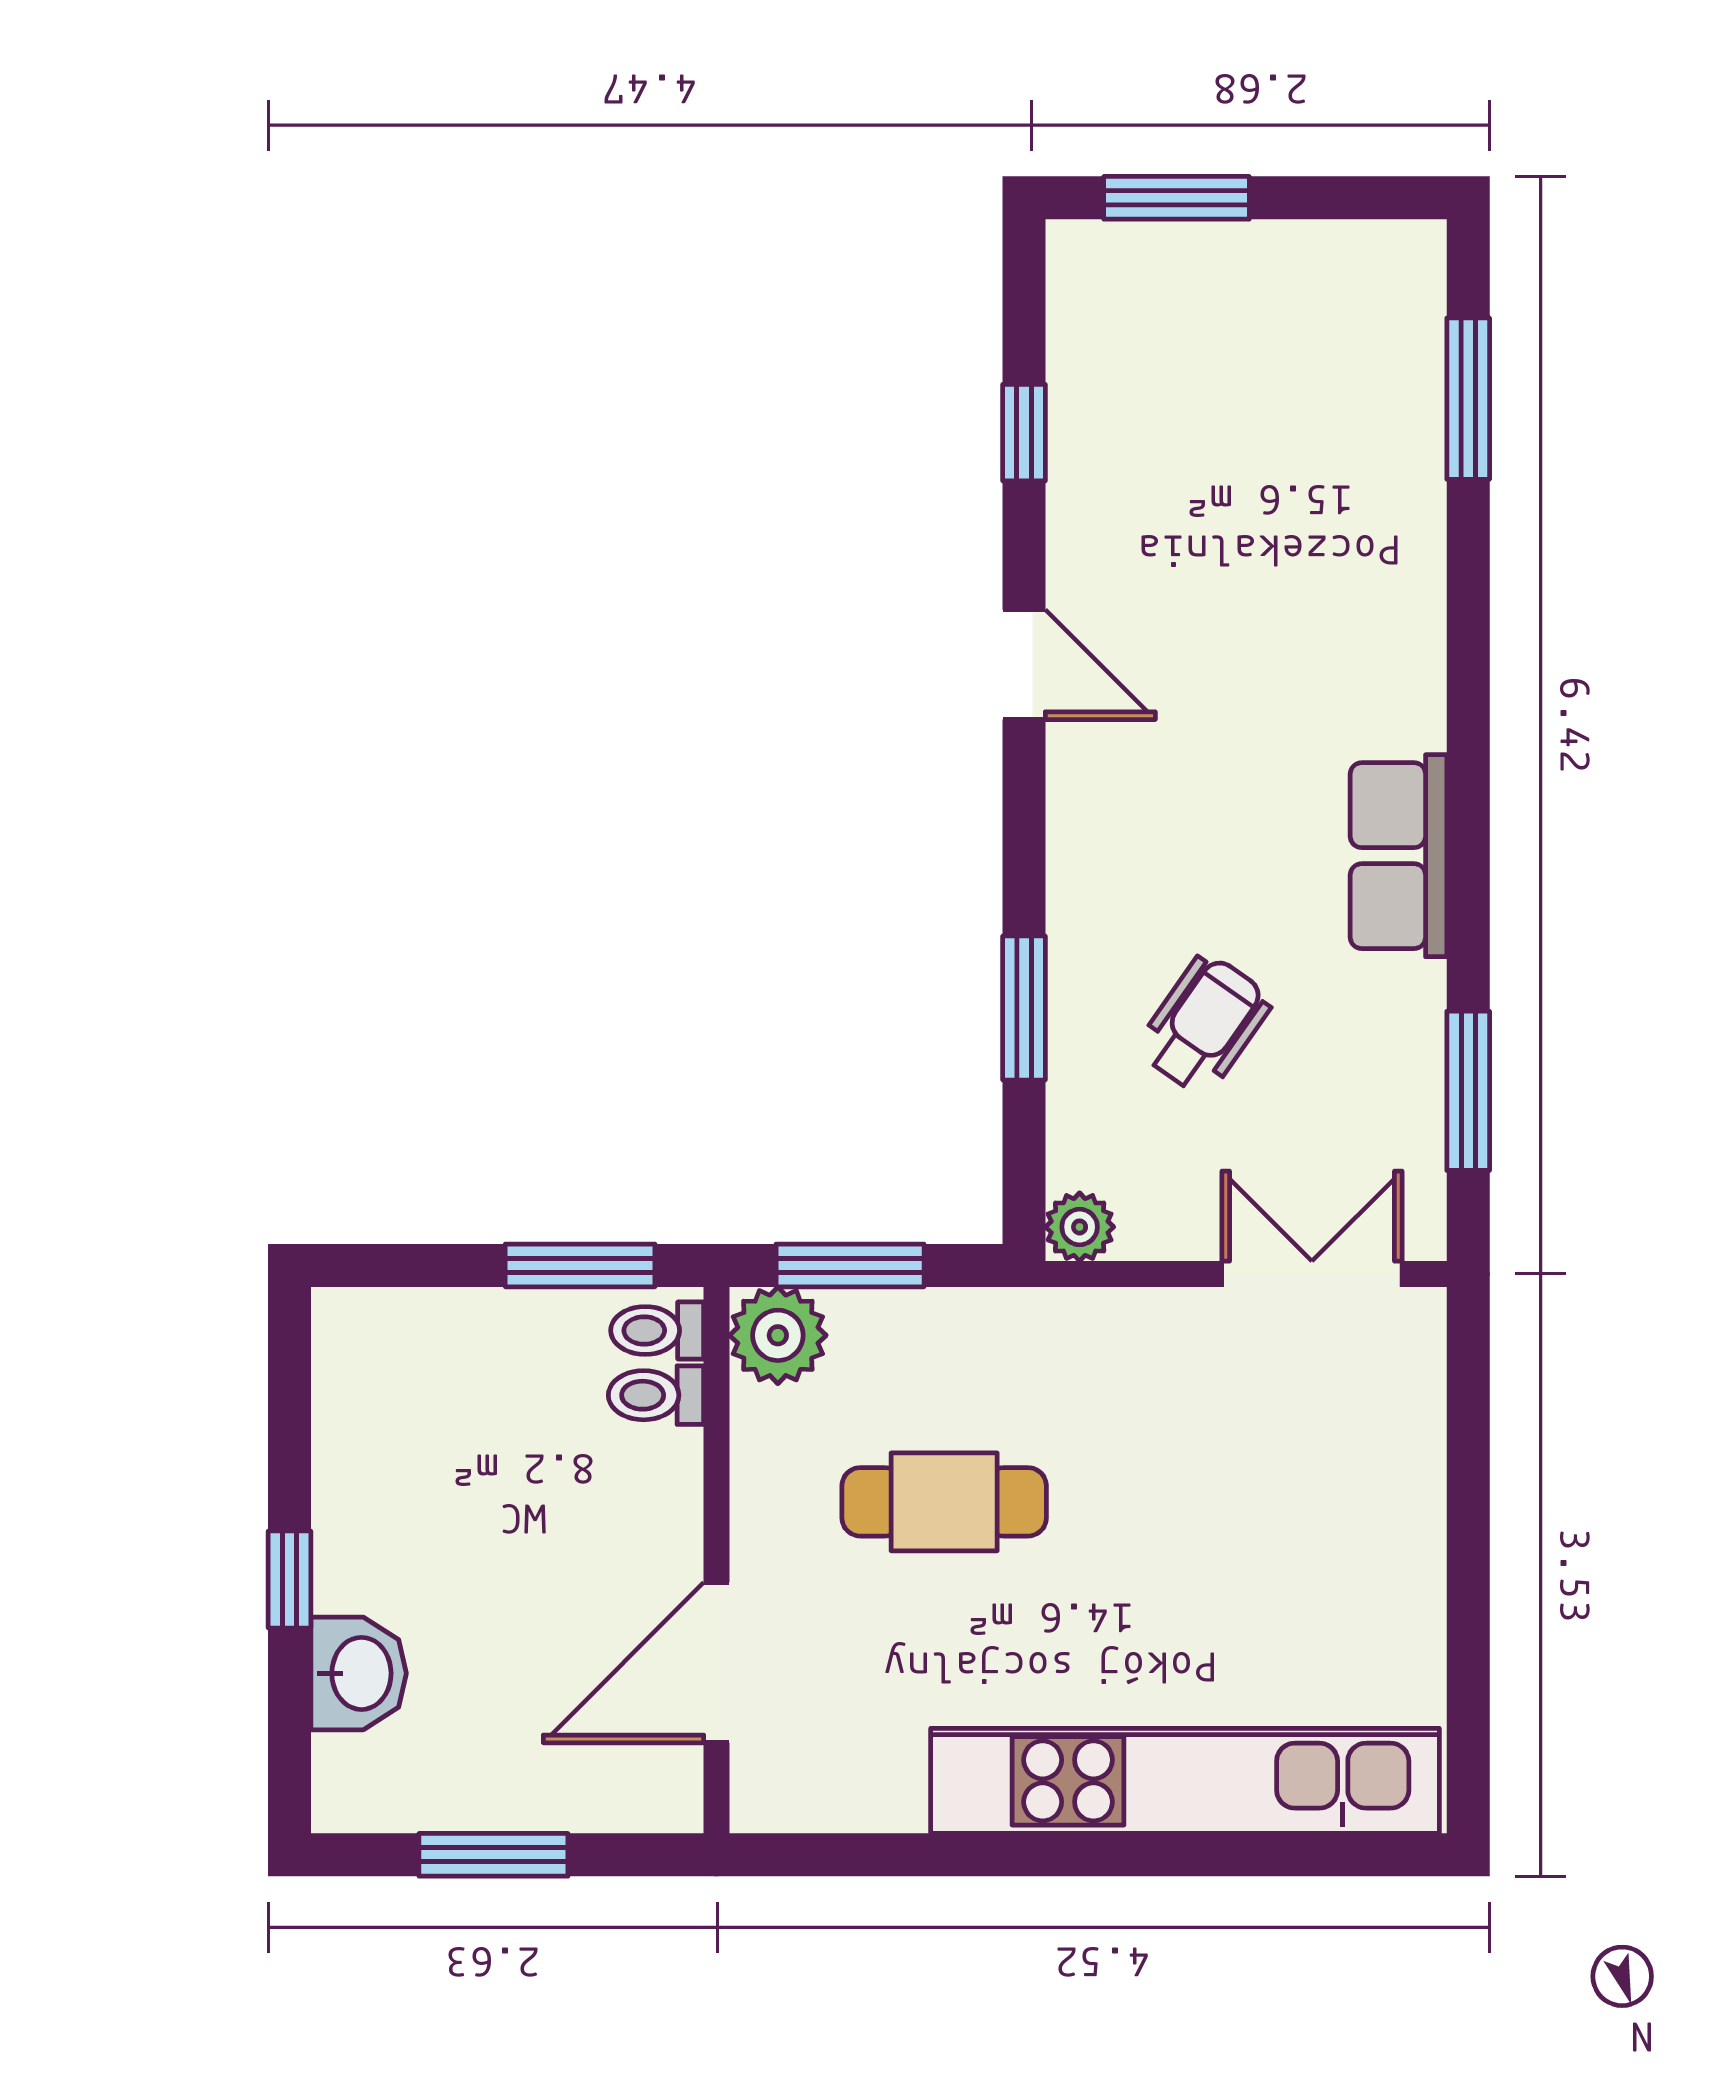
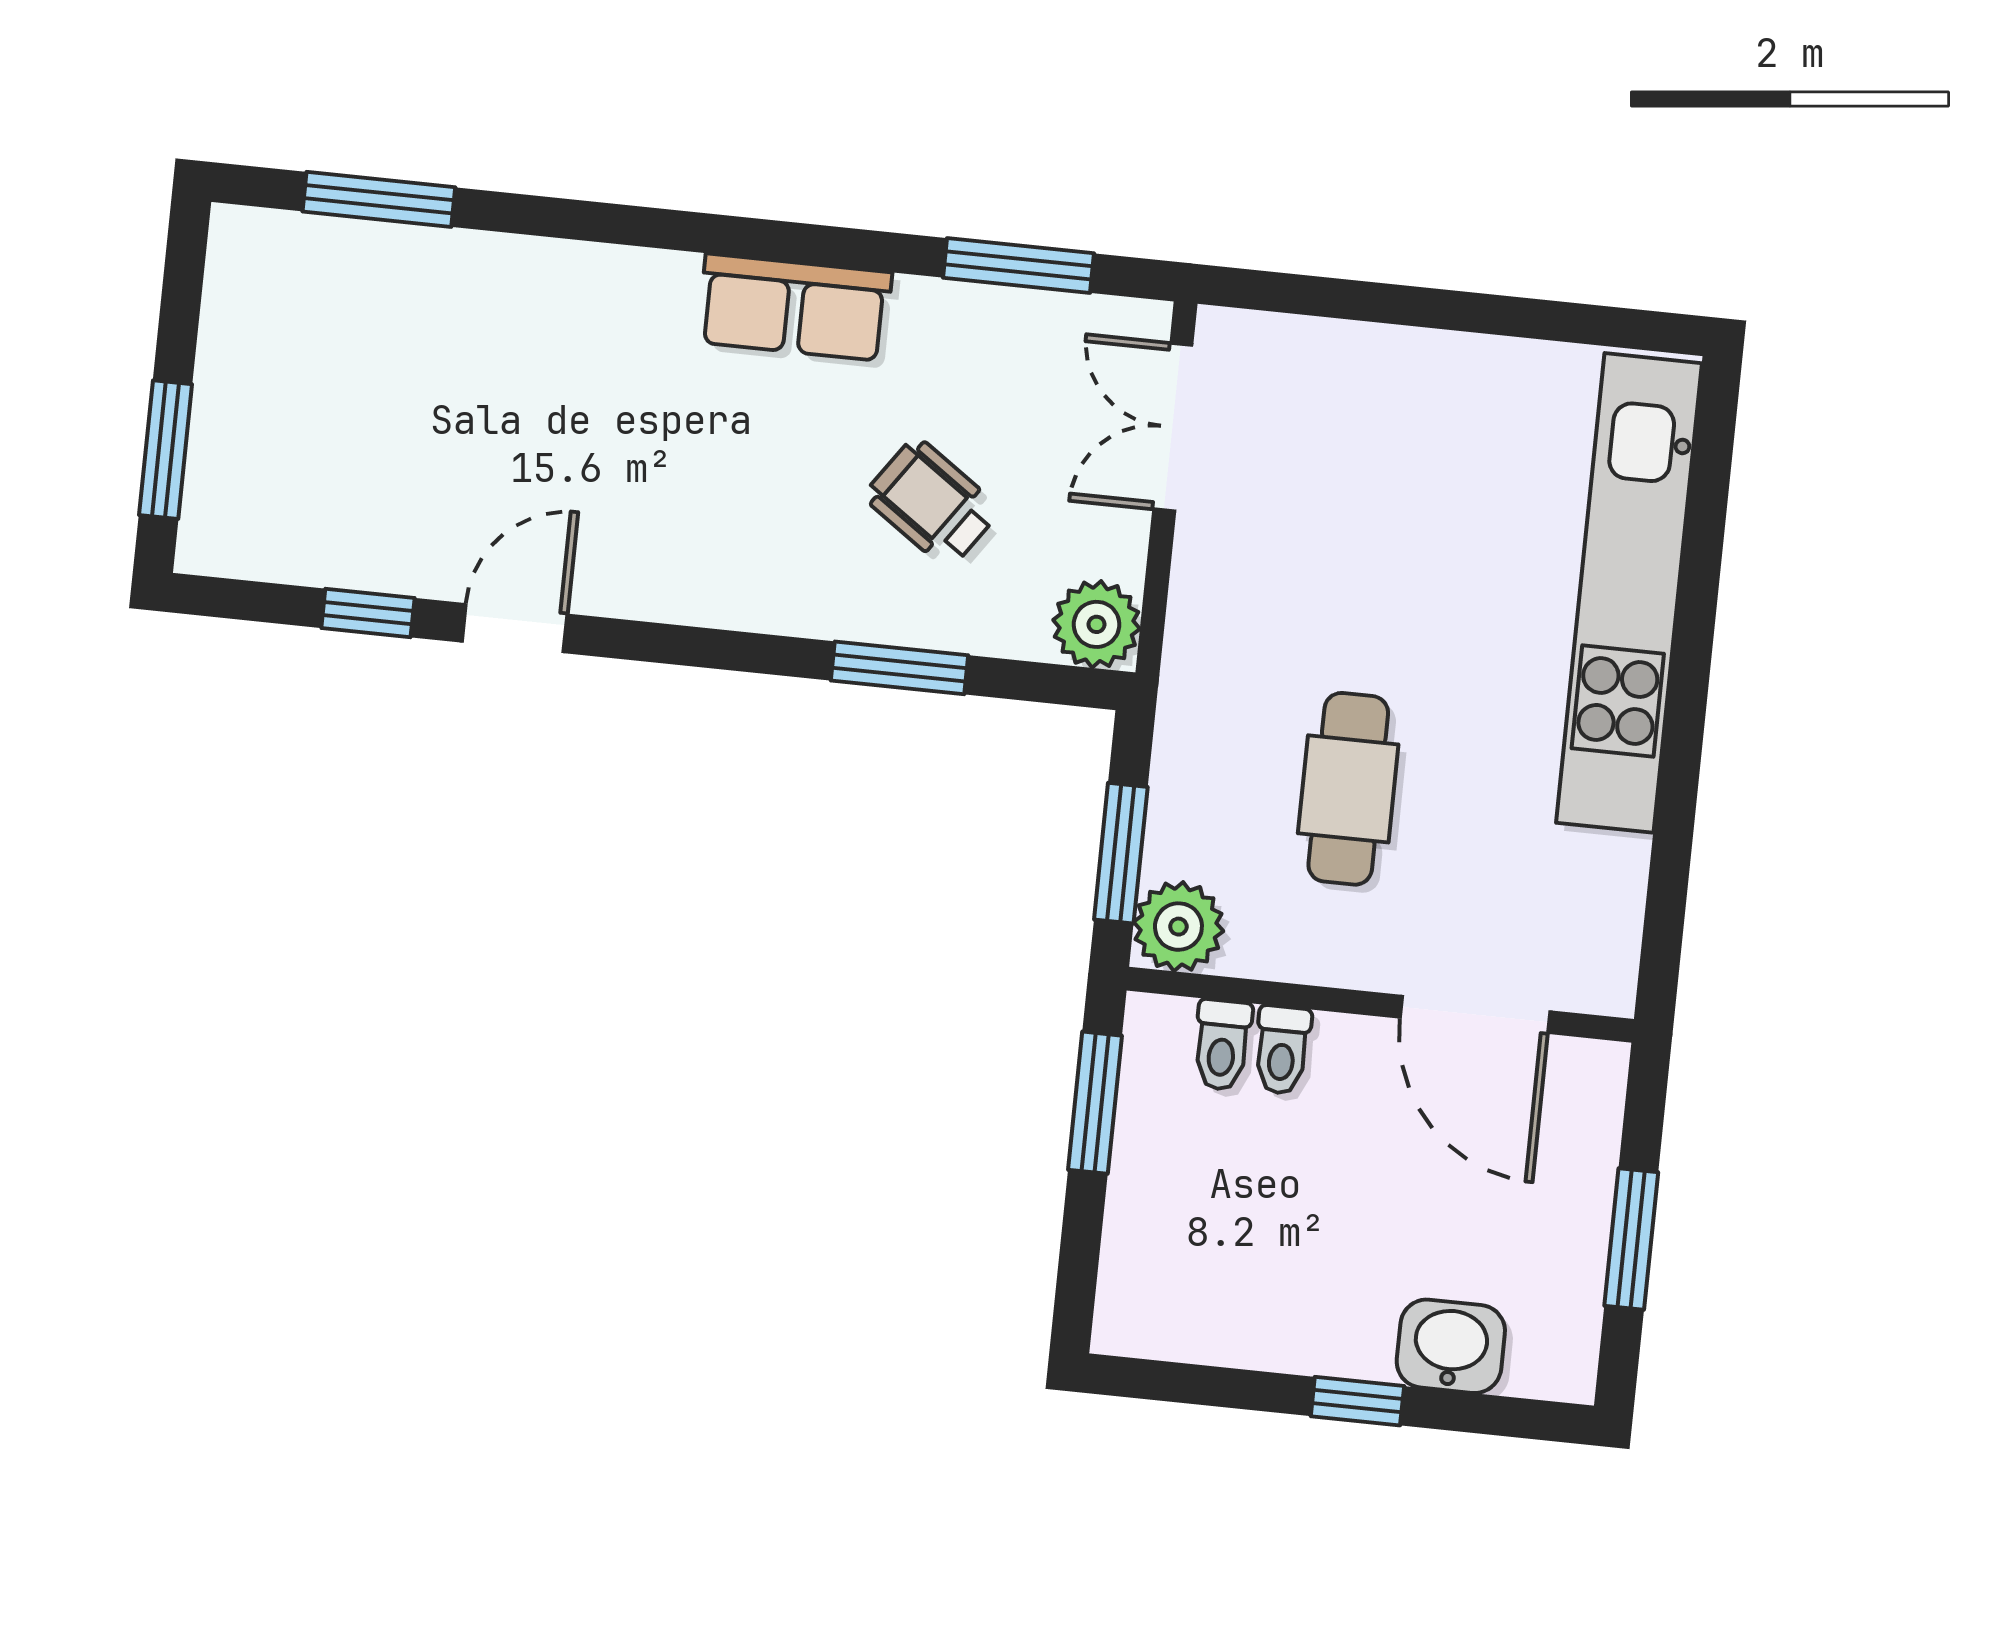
door: (1024, 665) -> (515, 628), moved
plant: (1080, 1227) -> (1097, 624), width x1.38, depth x1.38
toilet: (657, 1330) -> (1282, 1050), moved

